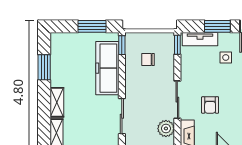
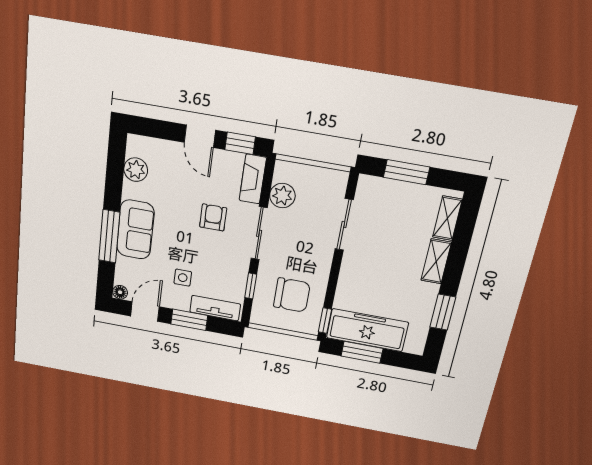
window: (177, 45) -> (251, 286), moved
chair: (148, 60) -> (292, 295), width x1.87, depth x1.87
freezer: (107, 68) -> (367, 330), moved, turned -90

